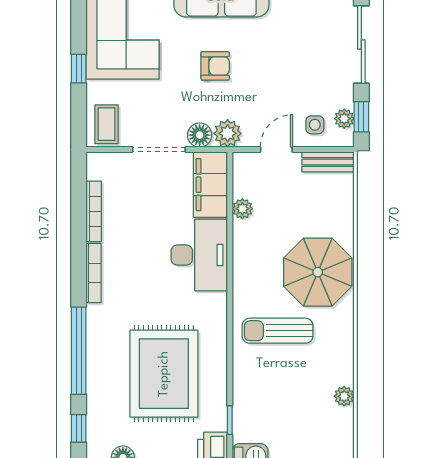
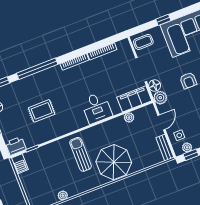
door: (276, 150) -> (161, 122), hinge flipped
desk: (199, 255) -> (96, 108), width x0.73
rug: (164, 374) -> (42, 111), width x0.54, depth x0.49

